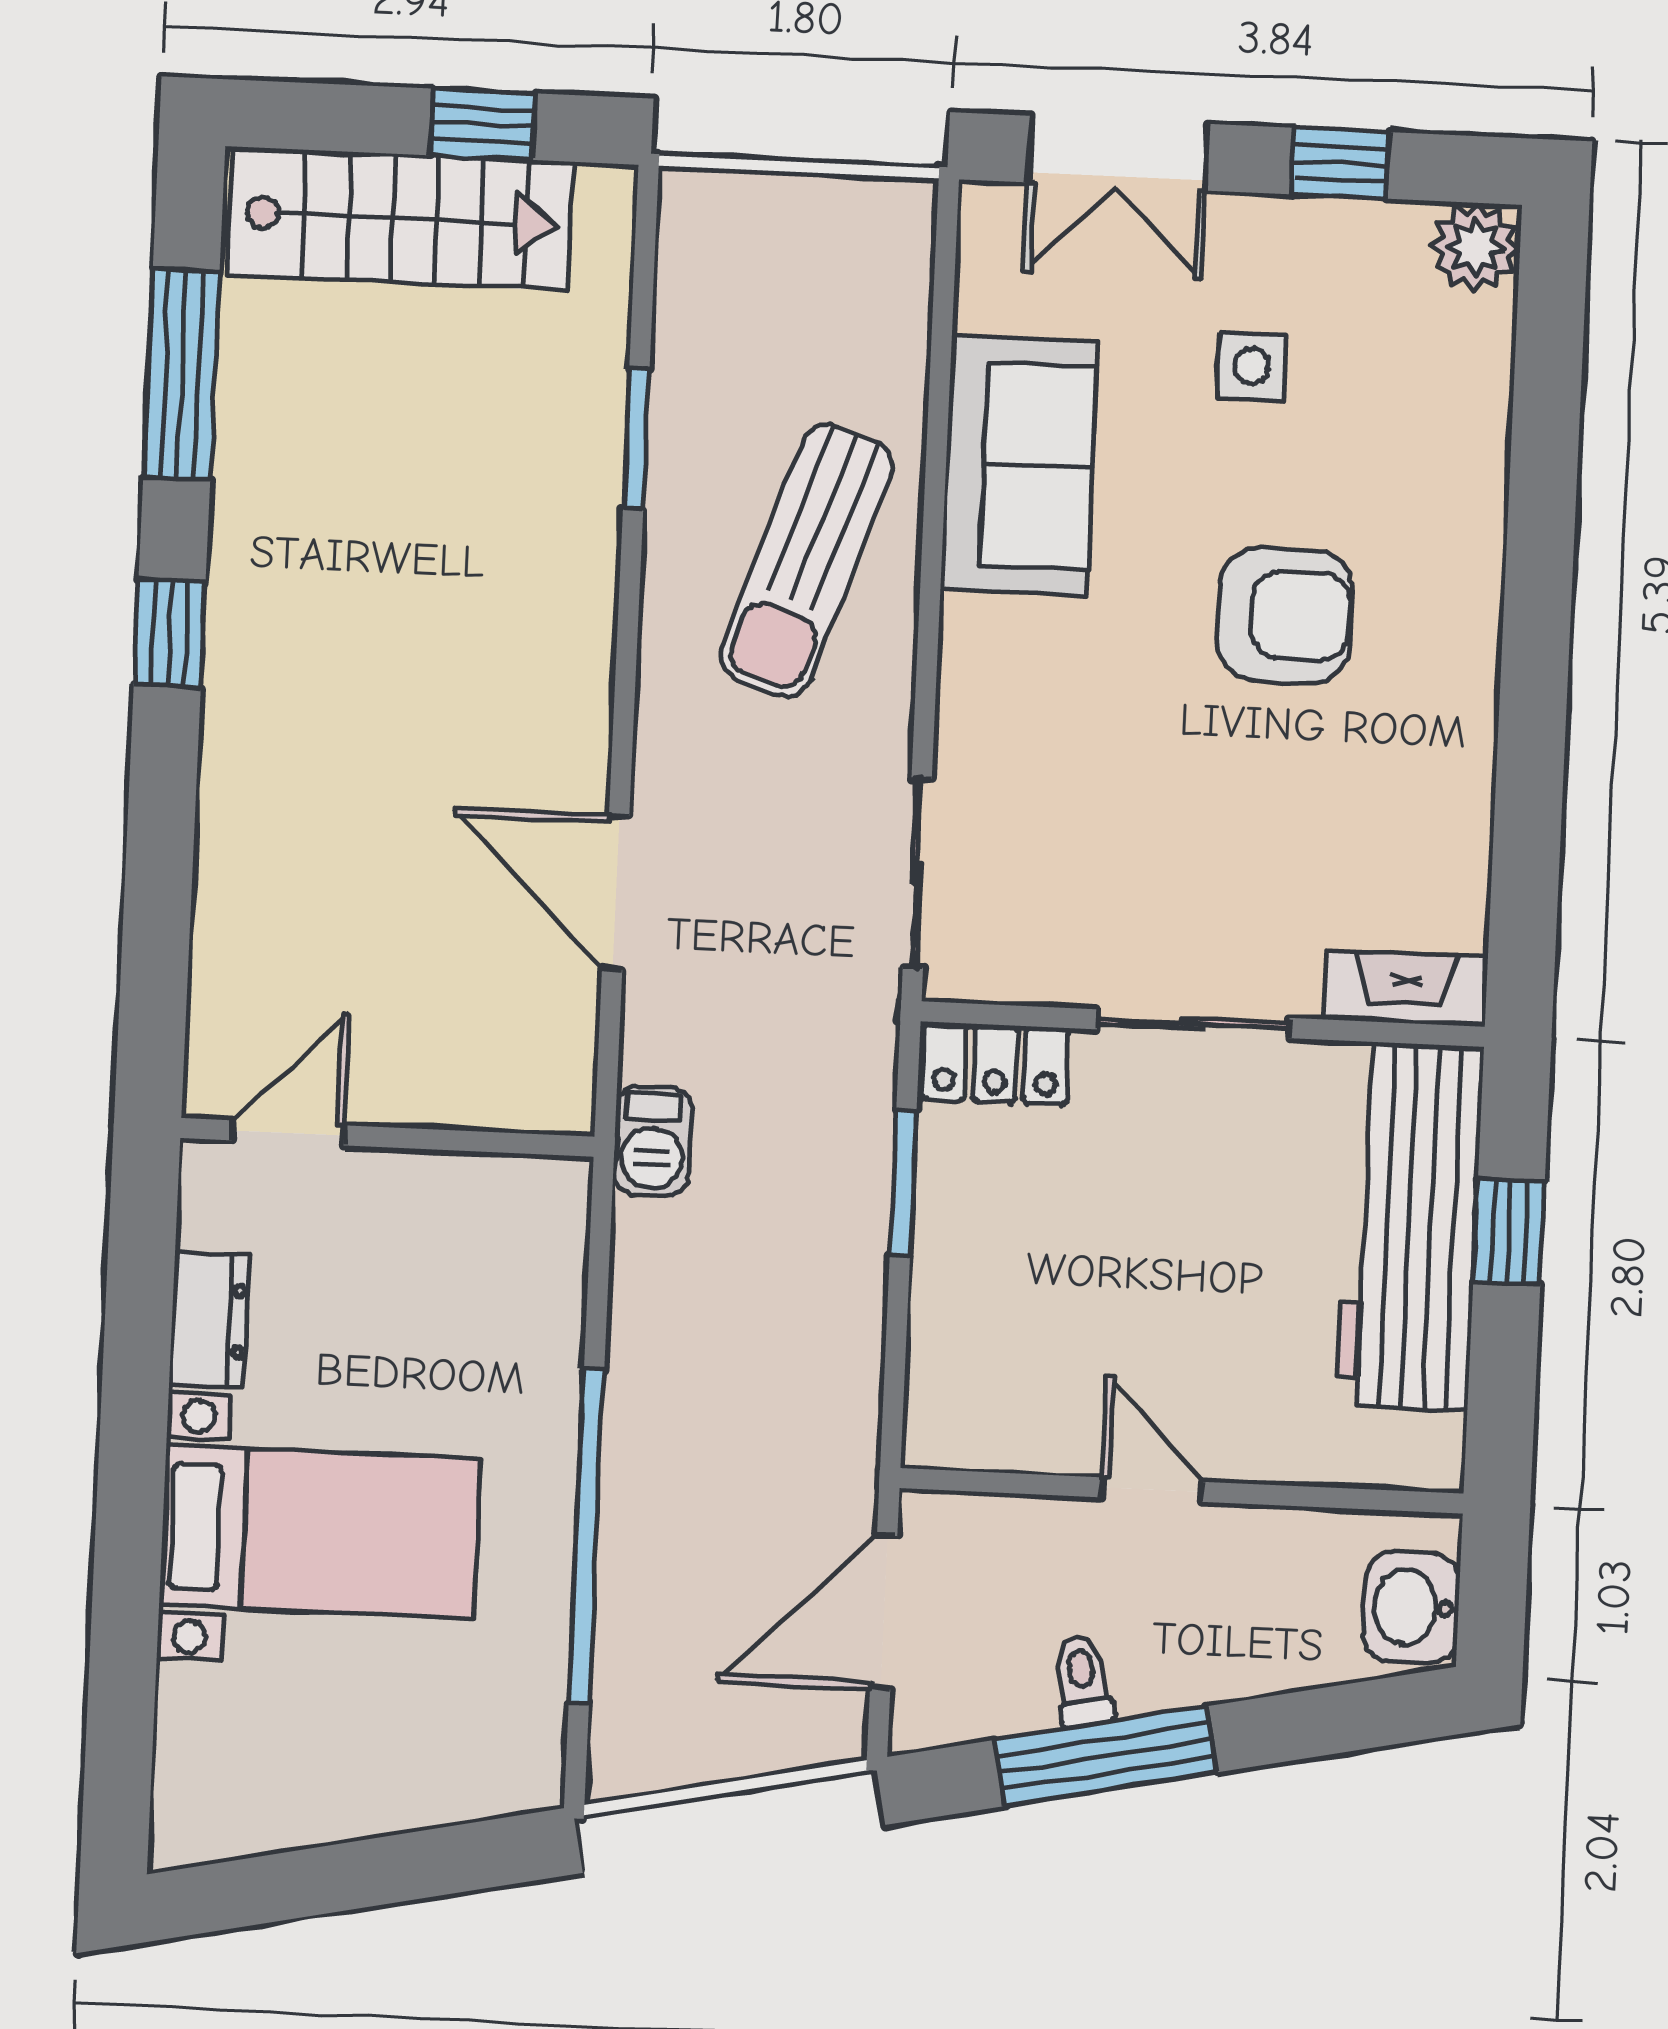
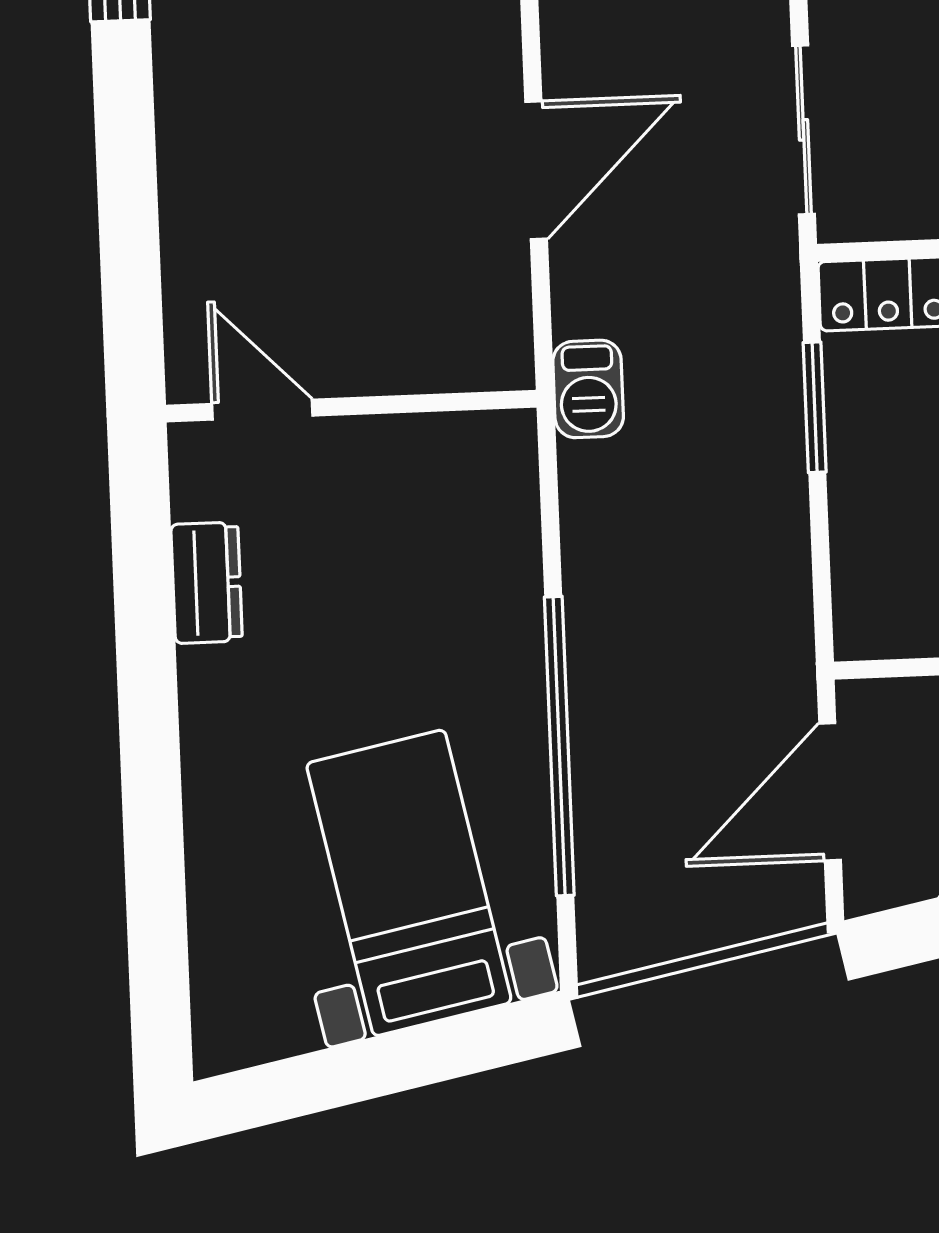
door: (616, 892) -> (536, 170), swing flipped
door: (288, 1133) -> (262, 410), hinge flipped
bed with nightstands: (320, 1532) -> (409, 883), moved, turned -102

